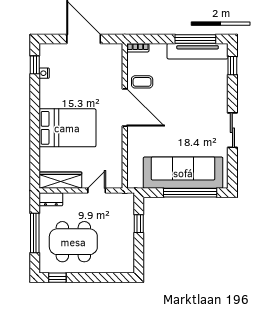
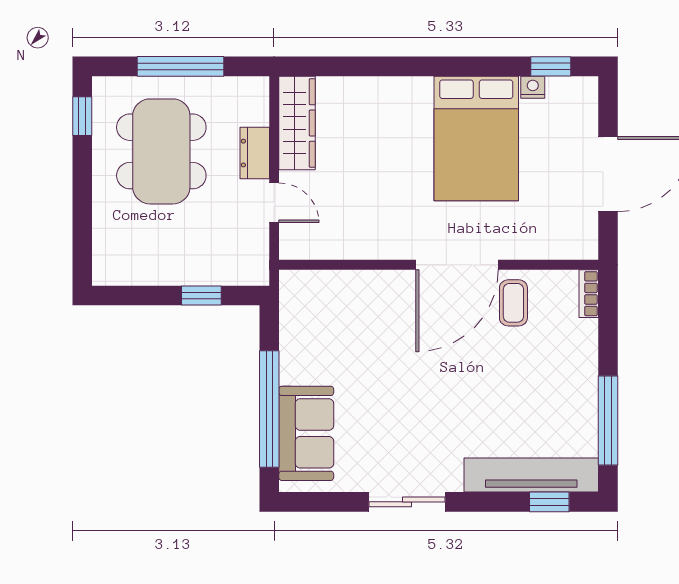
tv unit: (198, 51) -> (531, 475), moved, turned 90
bed: (67, 128) -> (476, 139), moved
sofa: (183, 173) -> (306, 433), width x0.54, depth x0.79
dresser: (51, 199) -> (255, 153), moved

